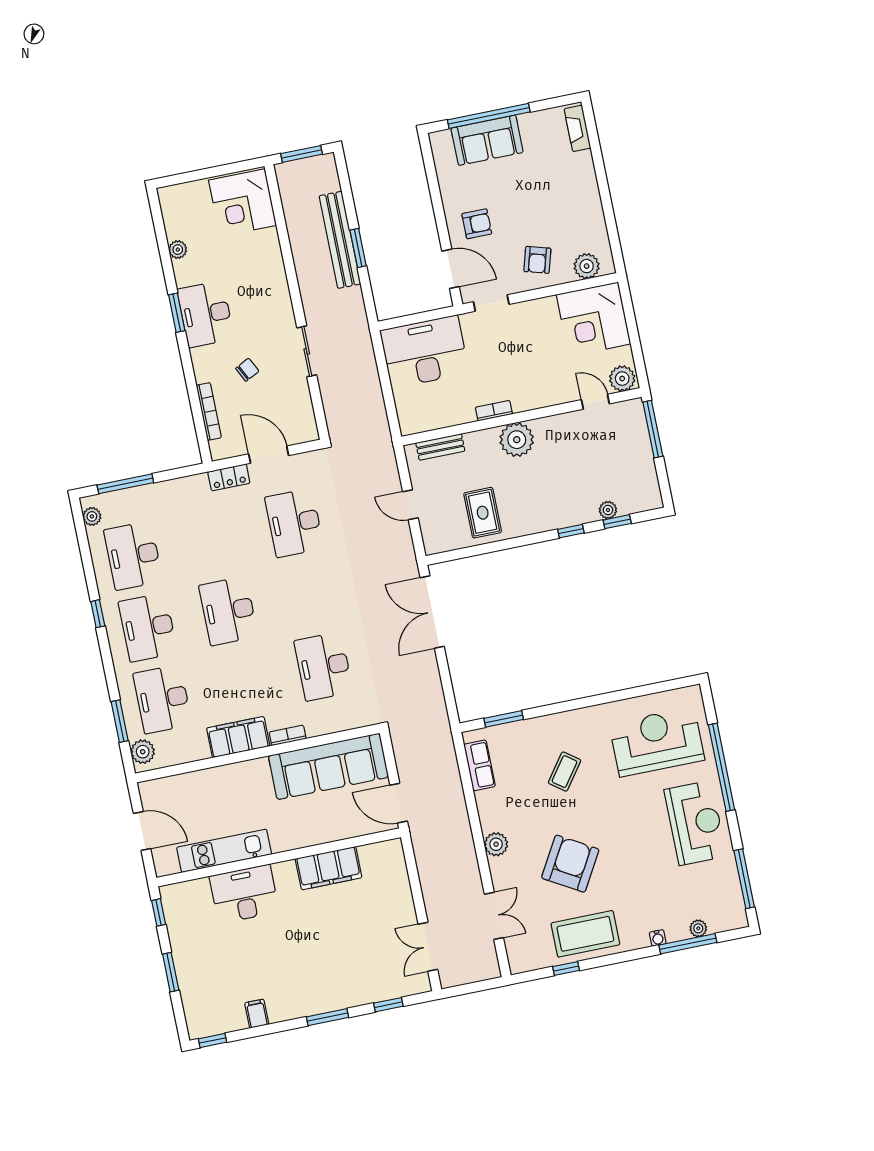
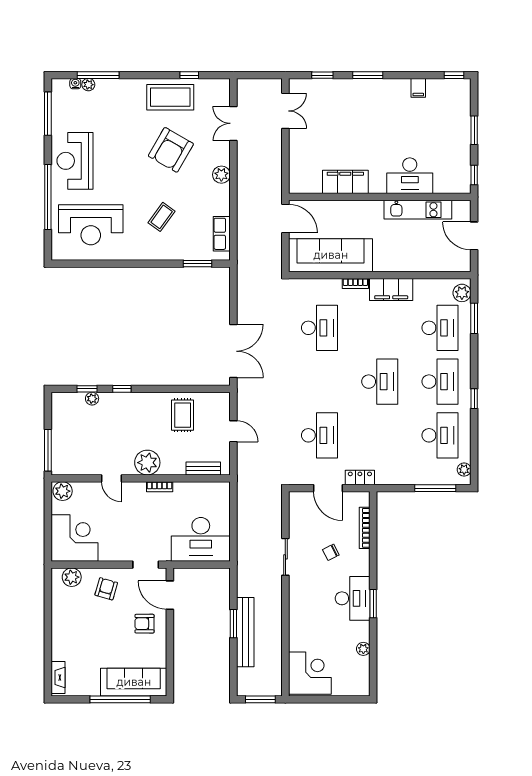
sofa: (487, 140) -> (134, 682), width x1.36
door: (595, 402) -> (112, 478), moved
water cooler: (658, 938) -> (75, 84), moved

